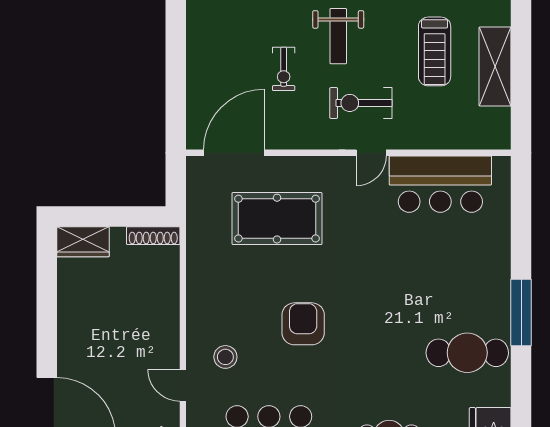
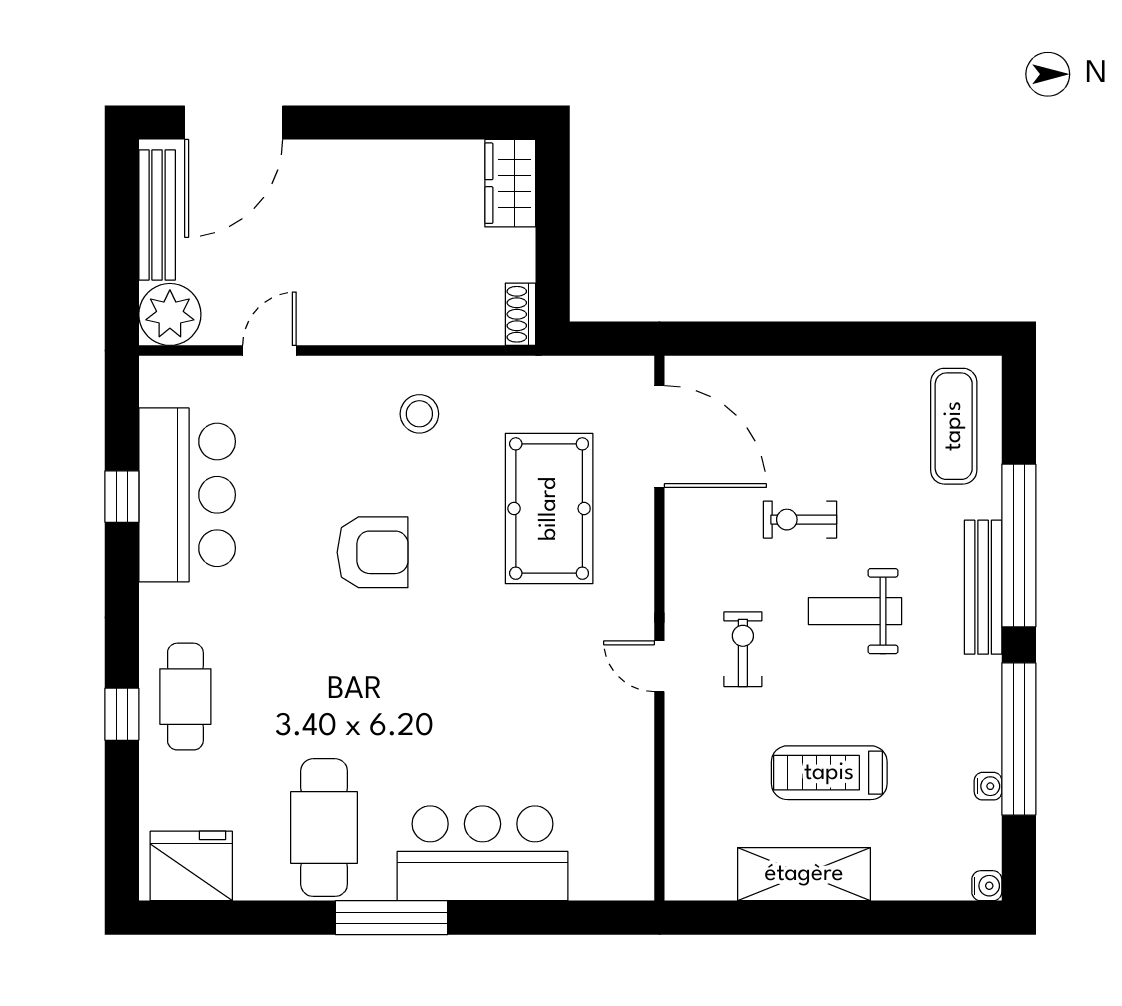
exercise bike: (361, 103) -> (743, 649), width x0.73, depth x0.72
bar counter: (440, 184) -> (483, 853), moved, turned 90
shoe rack: (153, 236) -> (520, 314), width x0.70
stool: (225, 357) -> (419, 414), moved

